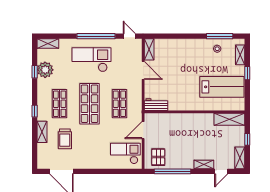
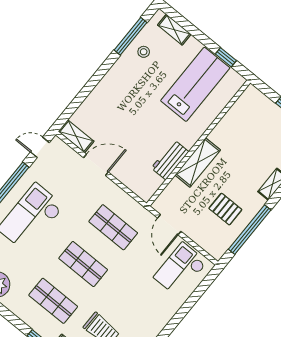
window: (247, 73) -> (226, 57), moved
shop shelf: (90, 104) -> (83, 264), width x0.70, depth x0.74
workbench: (156, 105) -> (170, 160), moved
shelving: (229, 119) -> (198, 163), moved
pallet: (158, 157) -> (225, 209), moved

